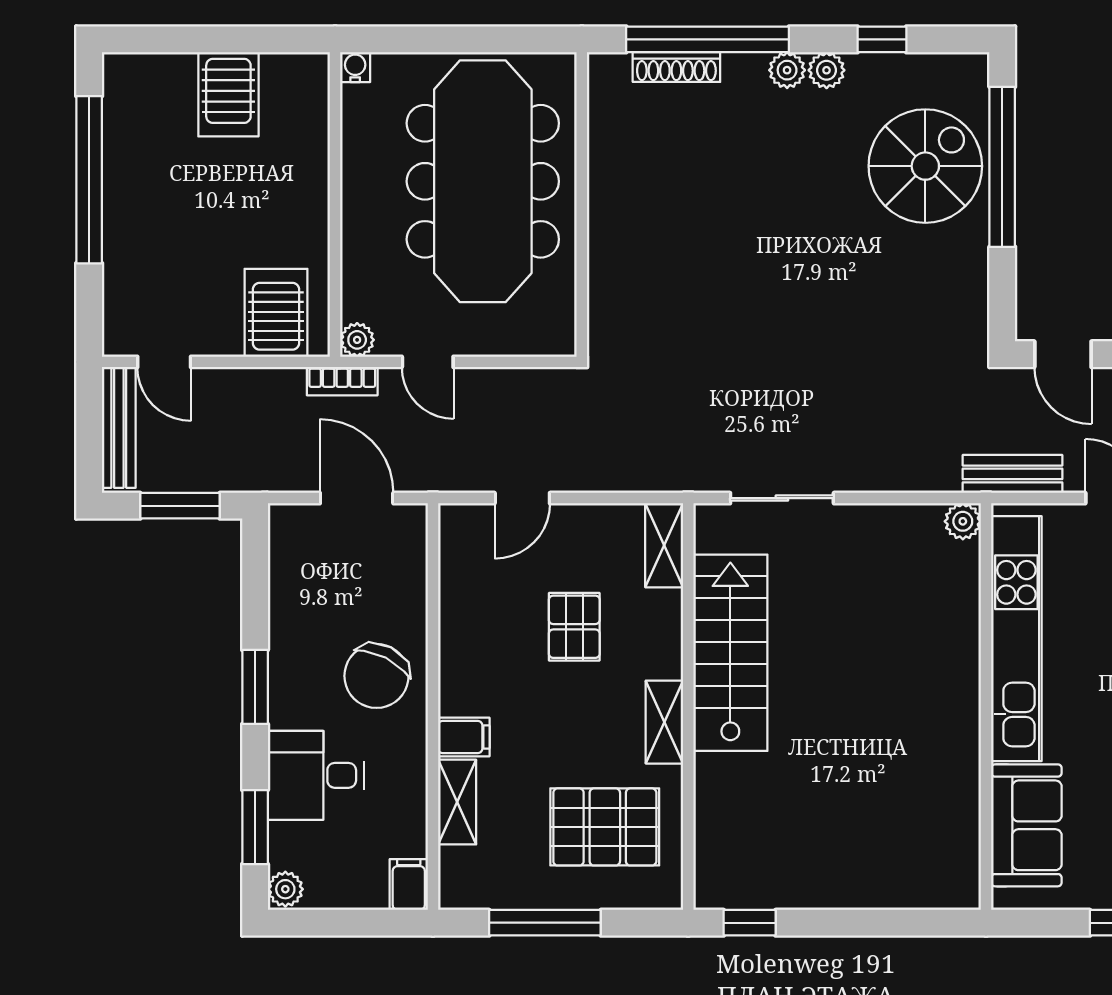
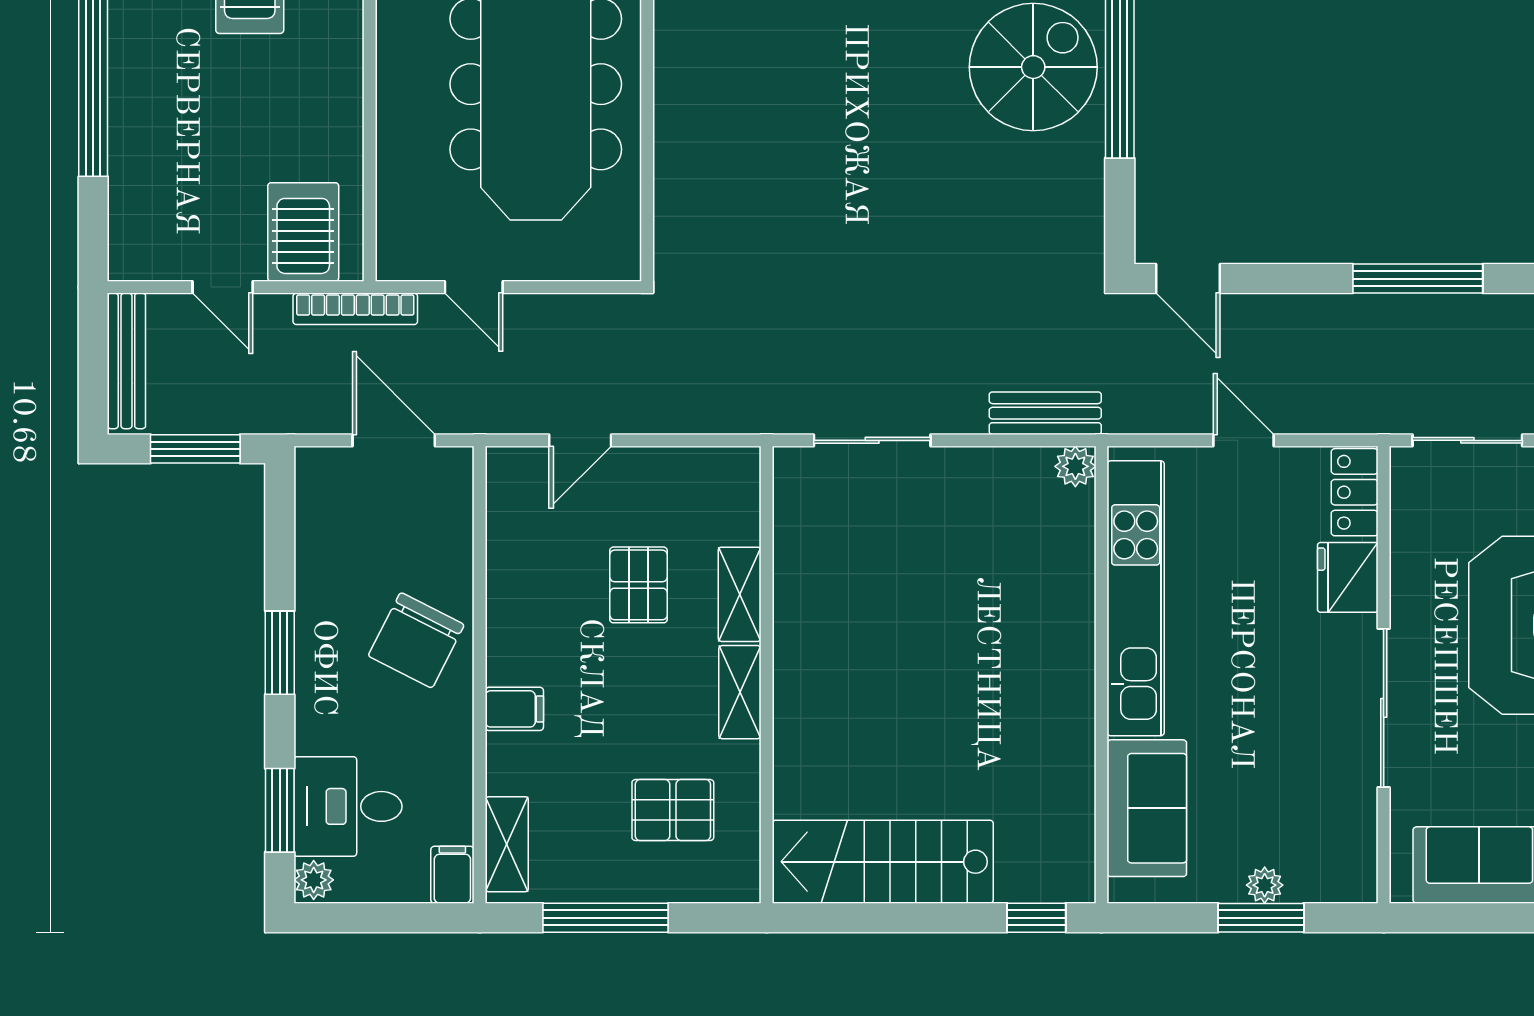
plant: (357, 340) -> (394, 262), removed
door: (164, 362) -> (223, 287), moved
bookcase: (342, 381) -> (355, 309), width x1.56
bench: (1013, 474) -> (1045, 413), moved
shelving: (664, 545) -> (740, 594), moved
stairs: (730, 653) -> (883, 862), moved, turned -90
desk: (316, 775) -> (348, 806), moved
shelving: (457, 802) -> (507, 844), moved
pallet: (605, 827) -> (673, 810), width x0.67, depth x0.71
window: (750, 923) -> (1036, 918), moved

